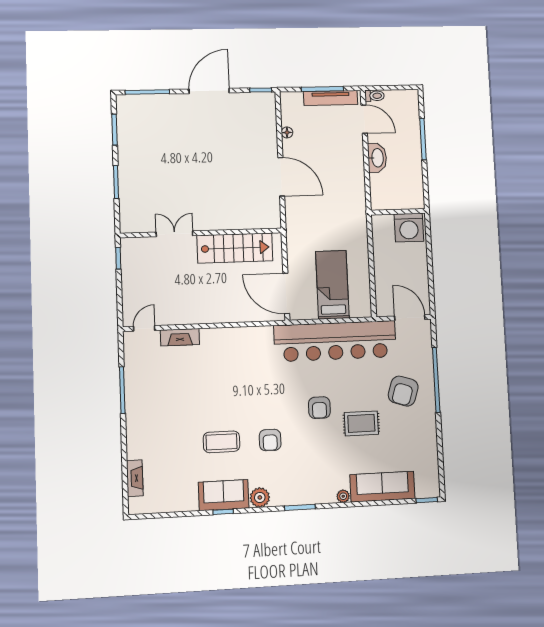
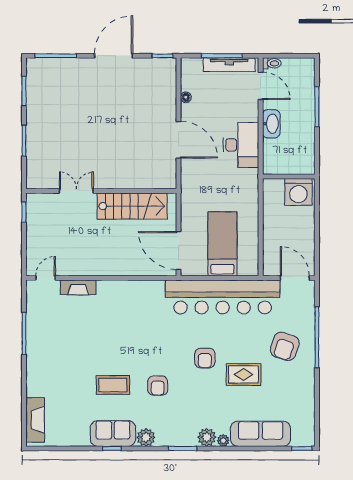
desk: (347, 180) -> (241, 145), added
fireplace: (135, 478) -> (35, 420), width x1.37, depth x1.32
plant: (325, 494) -> (207, 437), added

